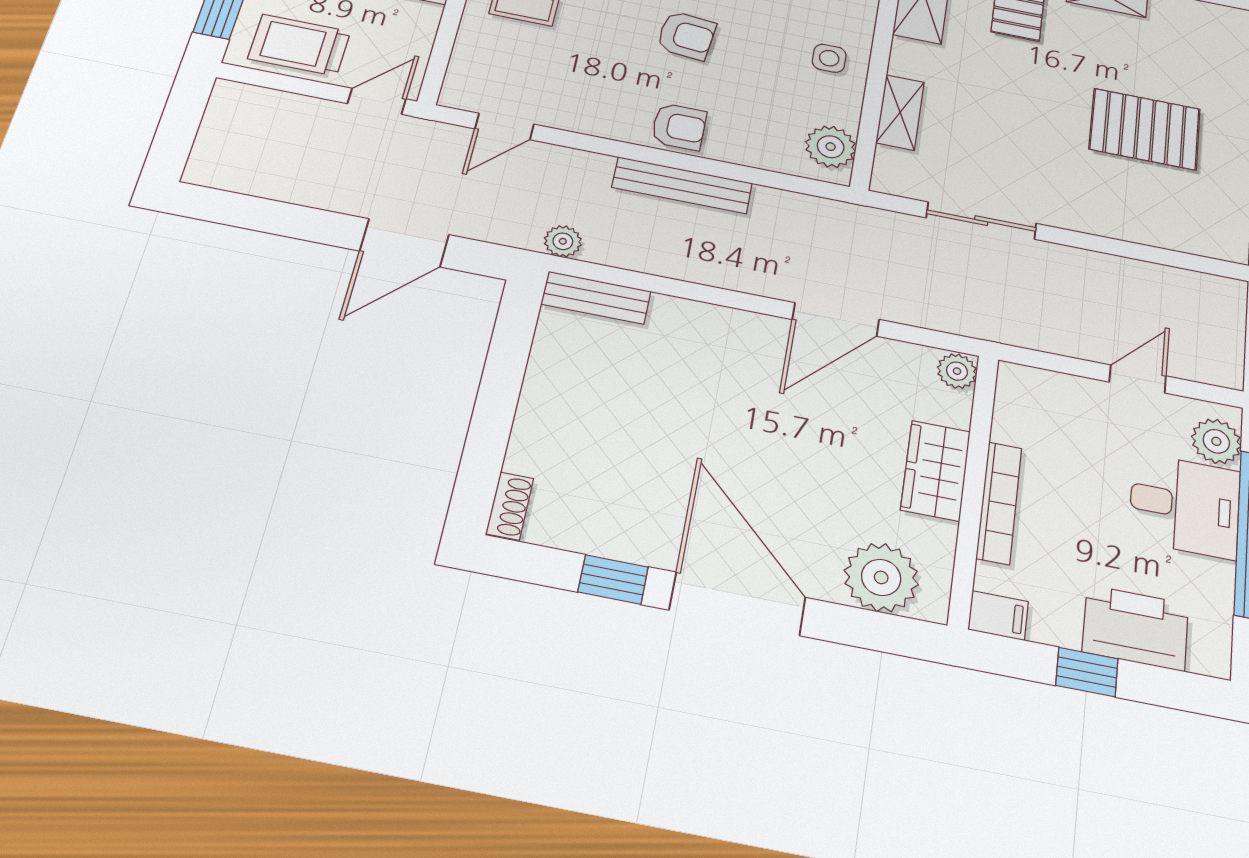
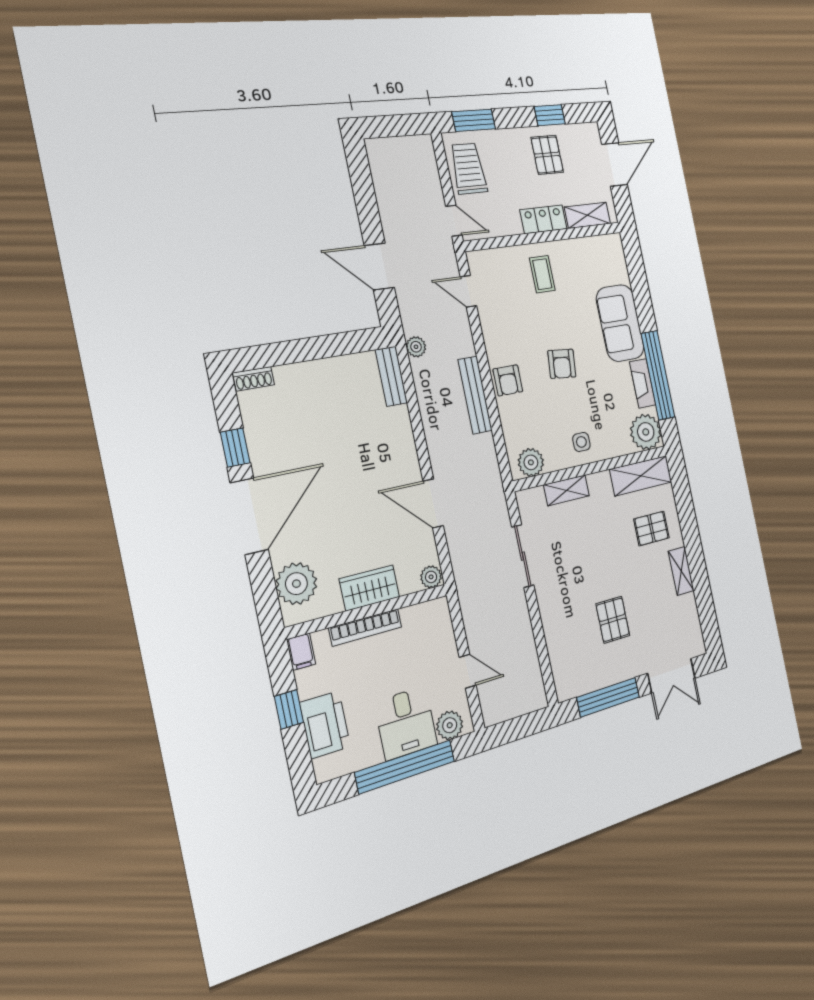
pallet: (1145, 129) -> (613, 620), width x0.67, depth x0.71

